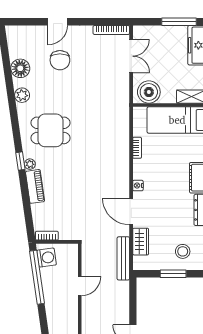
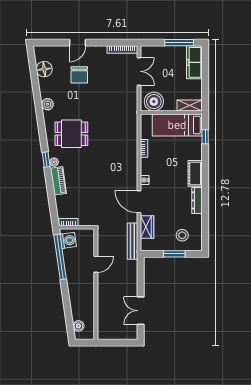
floor lamp: (20, 68) -> (44, 69), moved

